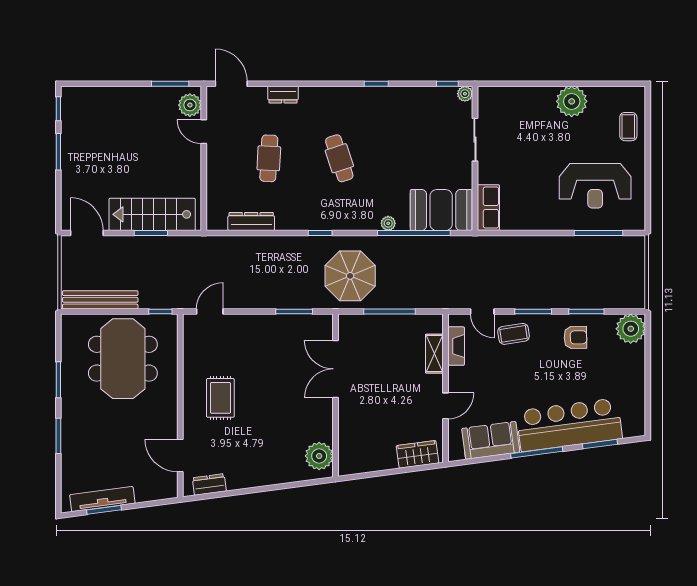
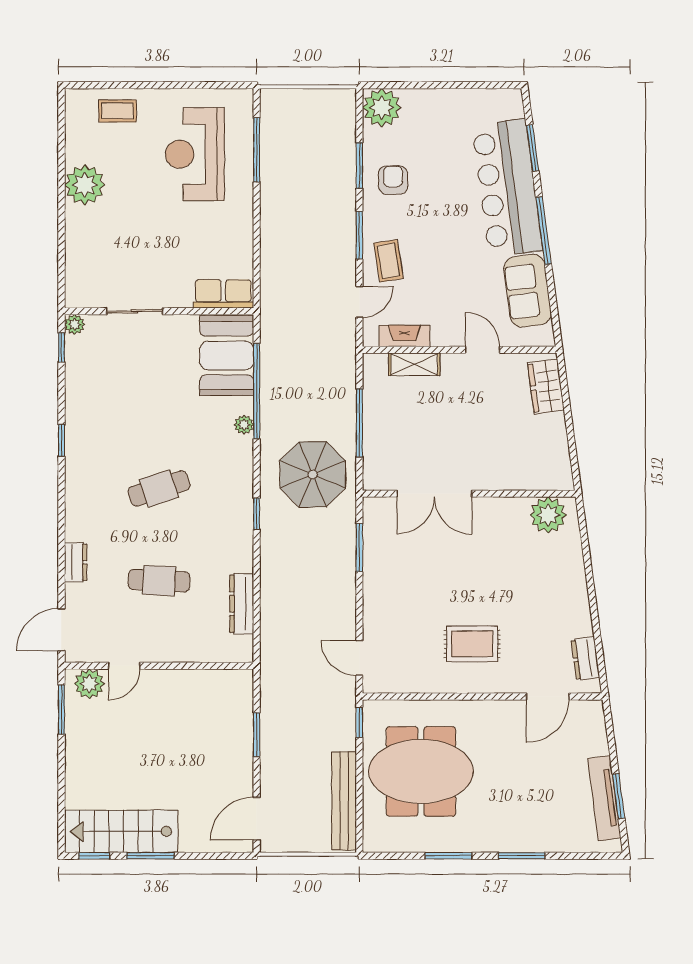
reception desk: (595, 186) -> (195, 154), turned 180
stairs: (152, 214) -> (121, 831), moved, turned 90

